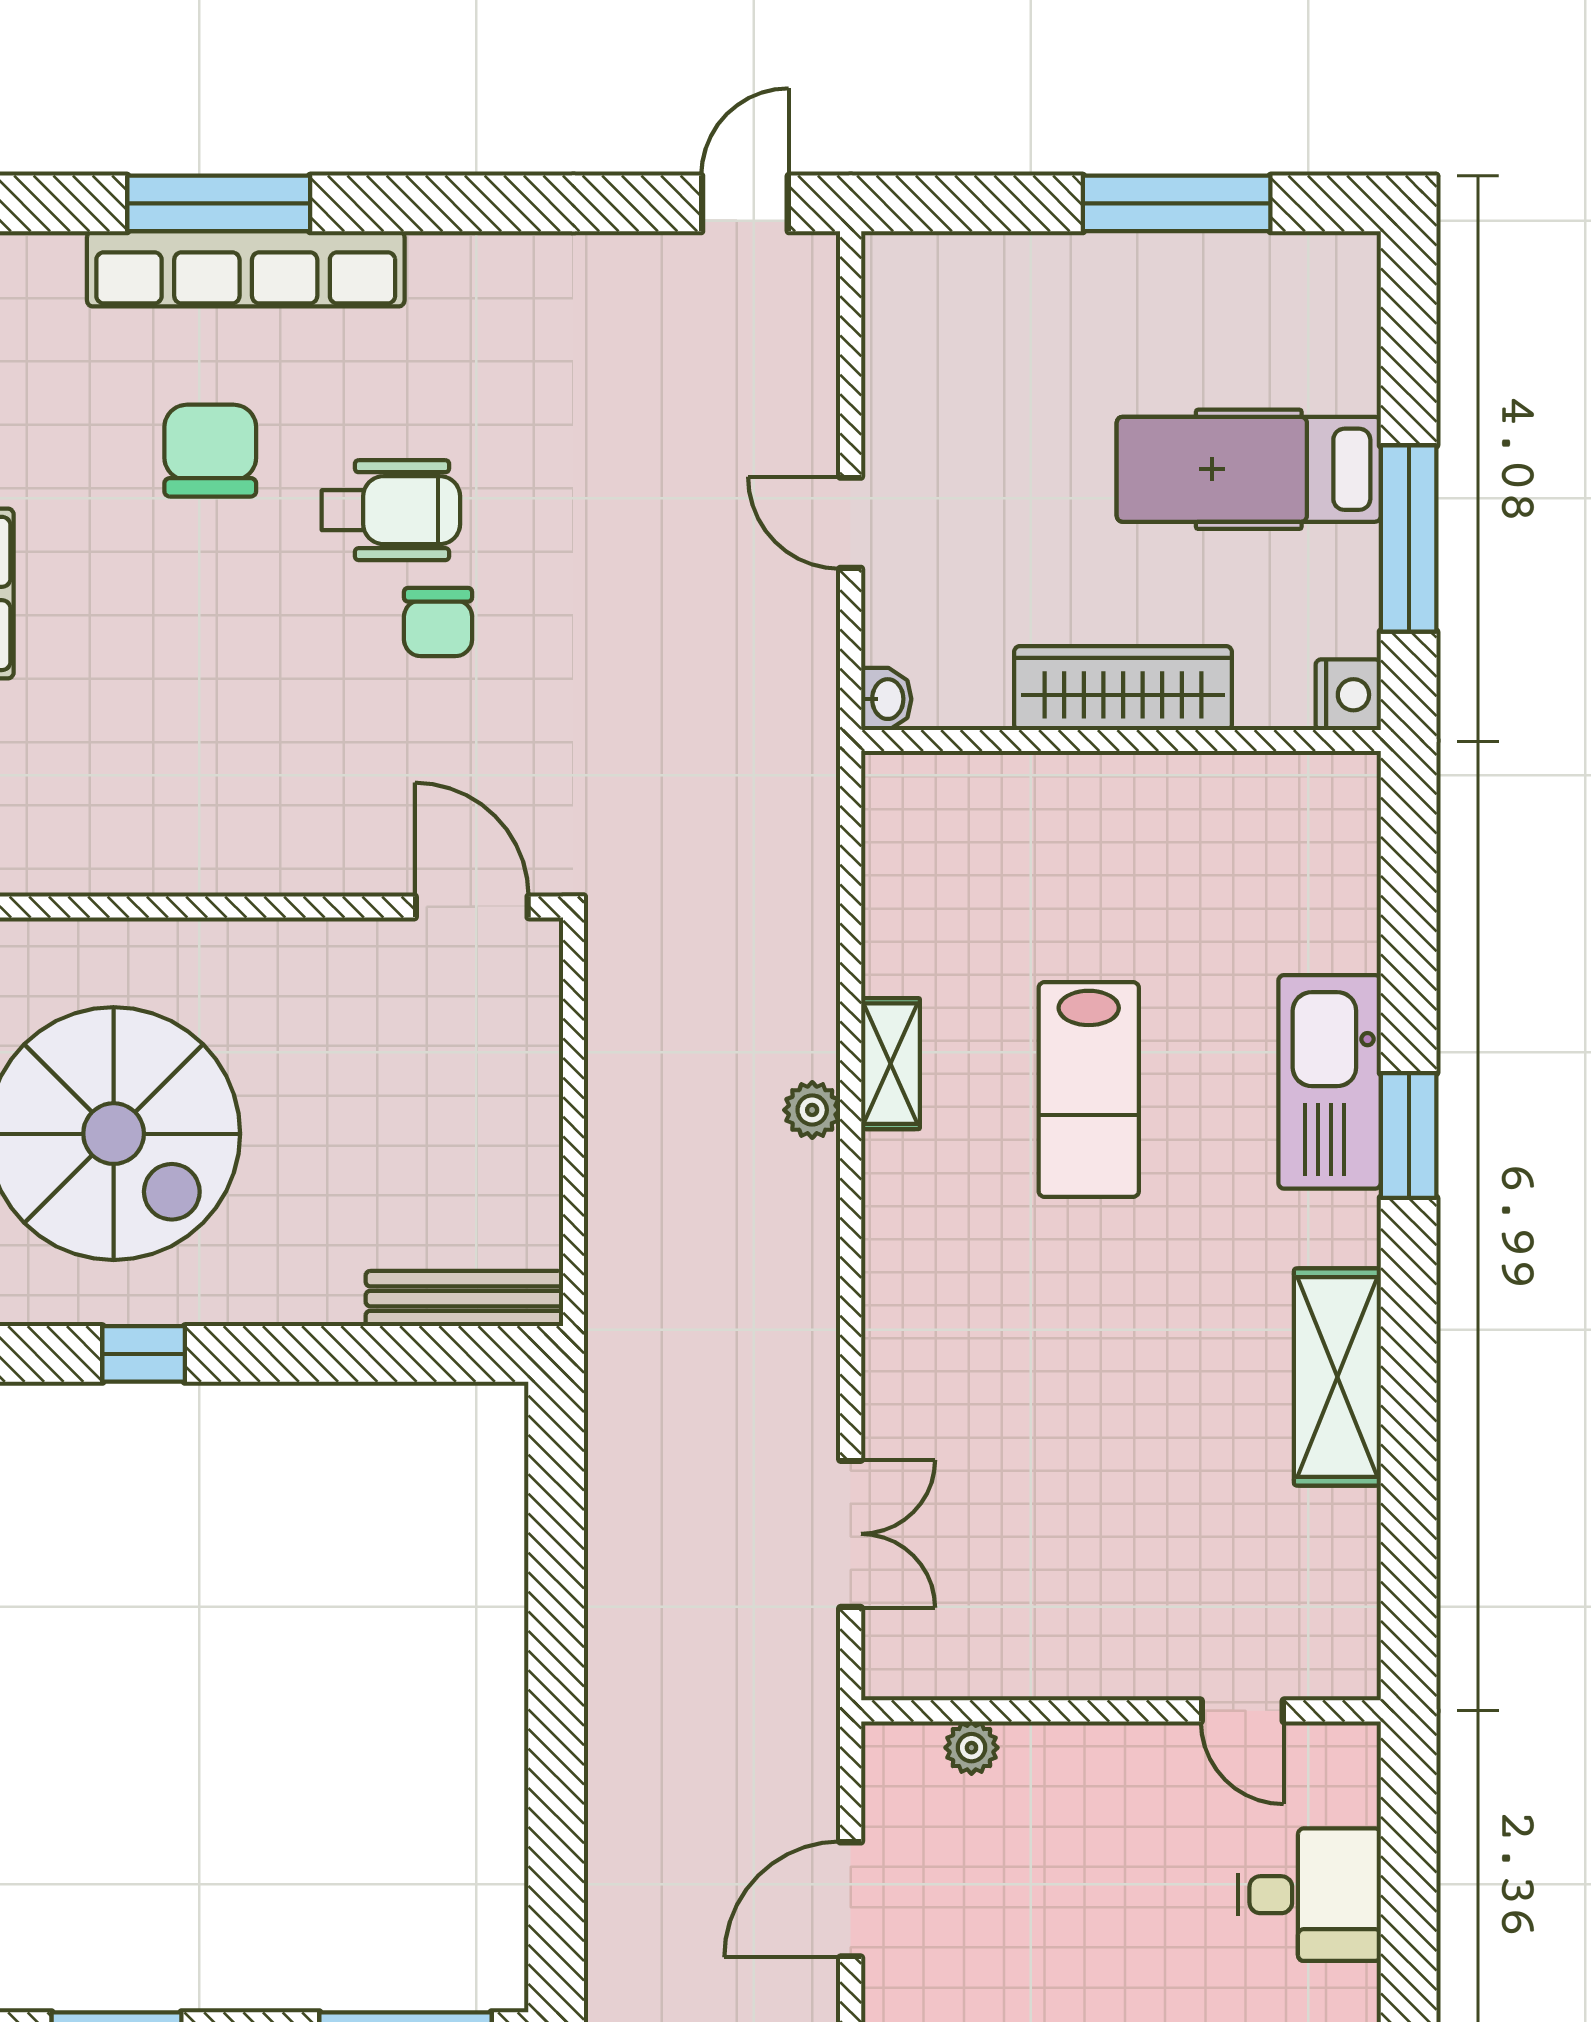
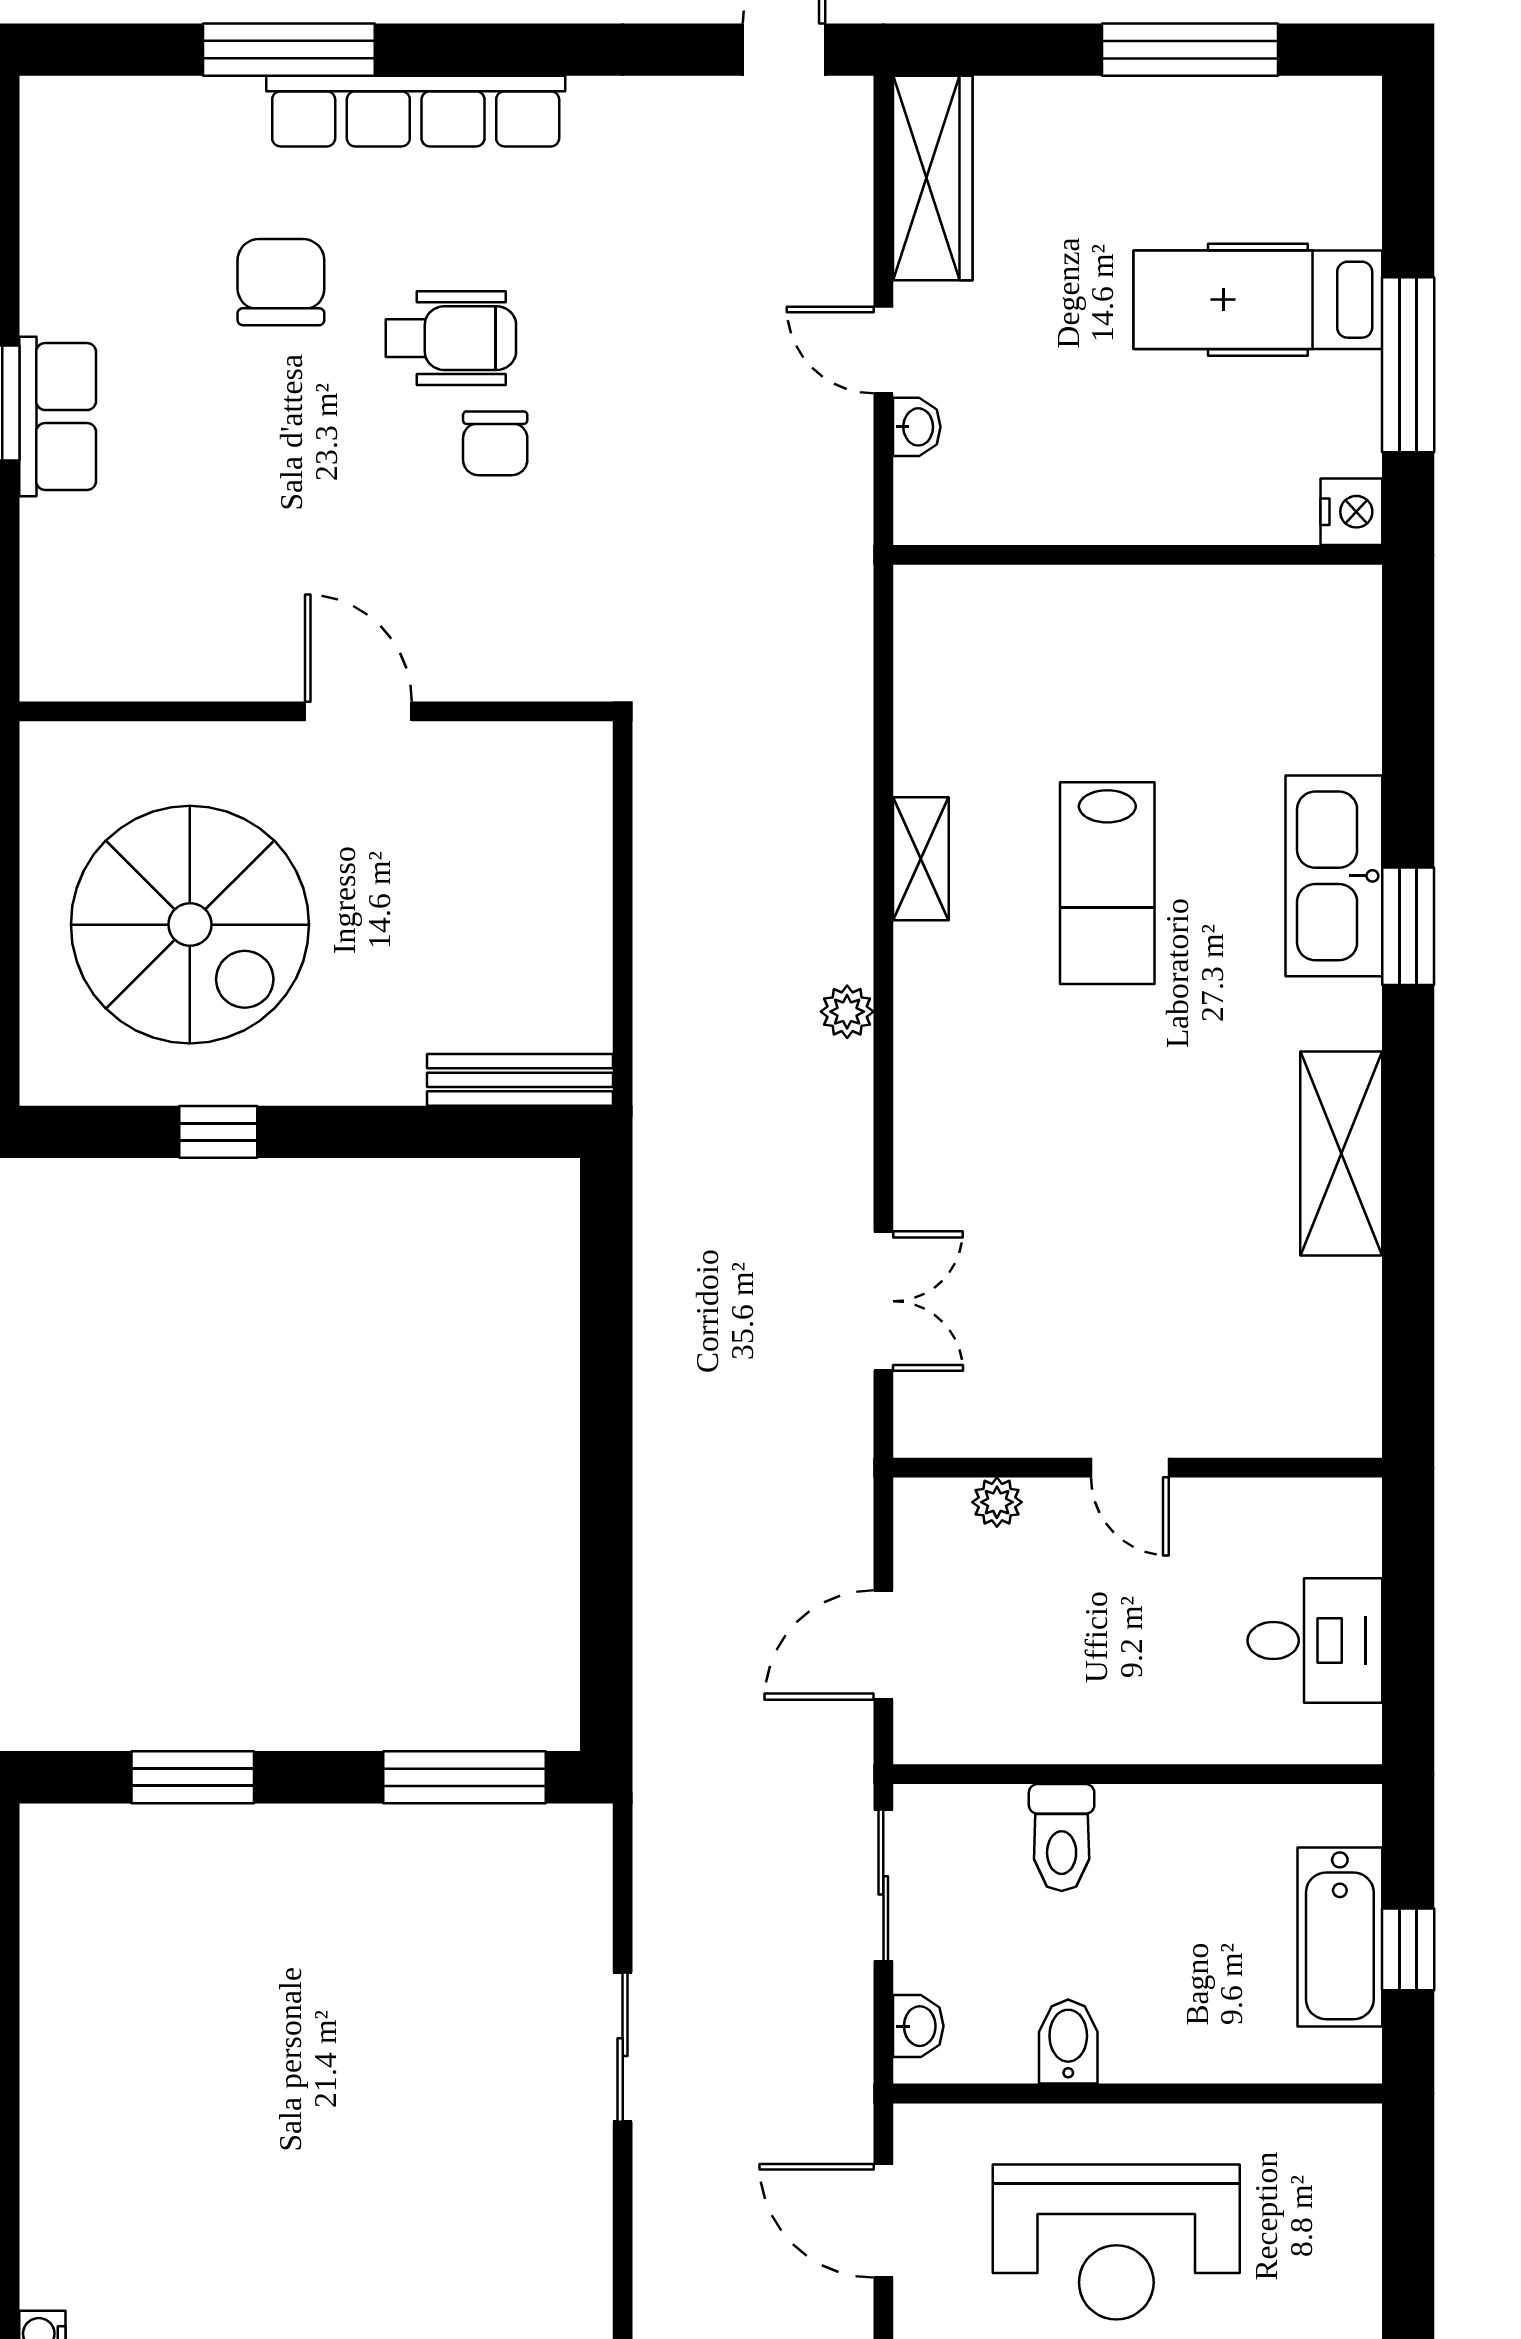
row of seats: (246, 269) -> (416, 111), moved
wardrobe: (1123, 688) -> (933, 178), moved, turned 90
washbasin: (886, 699) -> (917, 427), moved
door: (472, 907) -> (358, 711), moved
plant: (812, 1110) -> (847, 1012), moved
door: (1242, 1711) -> (1130, 1468), moved

